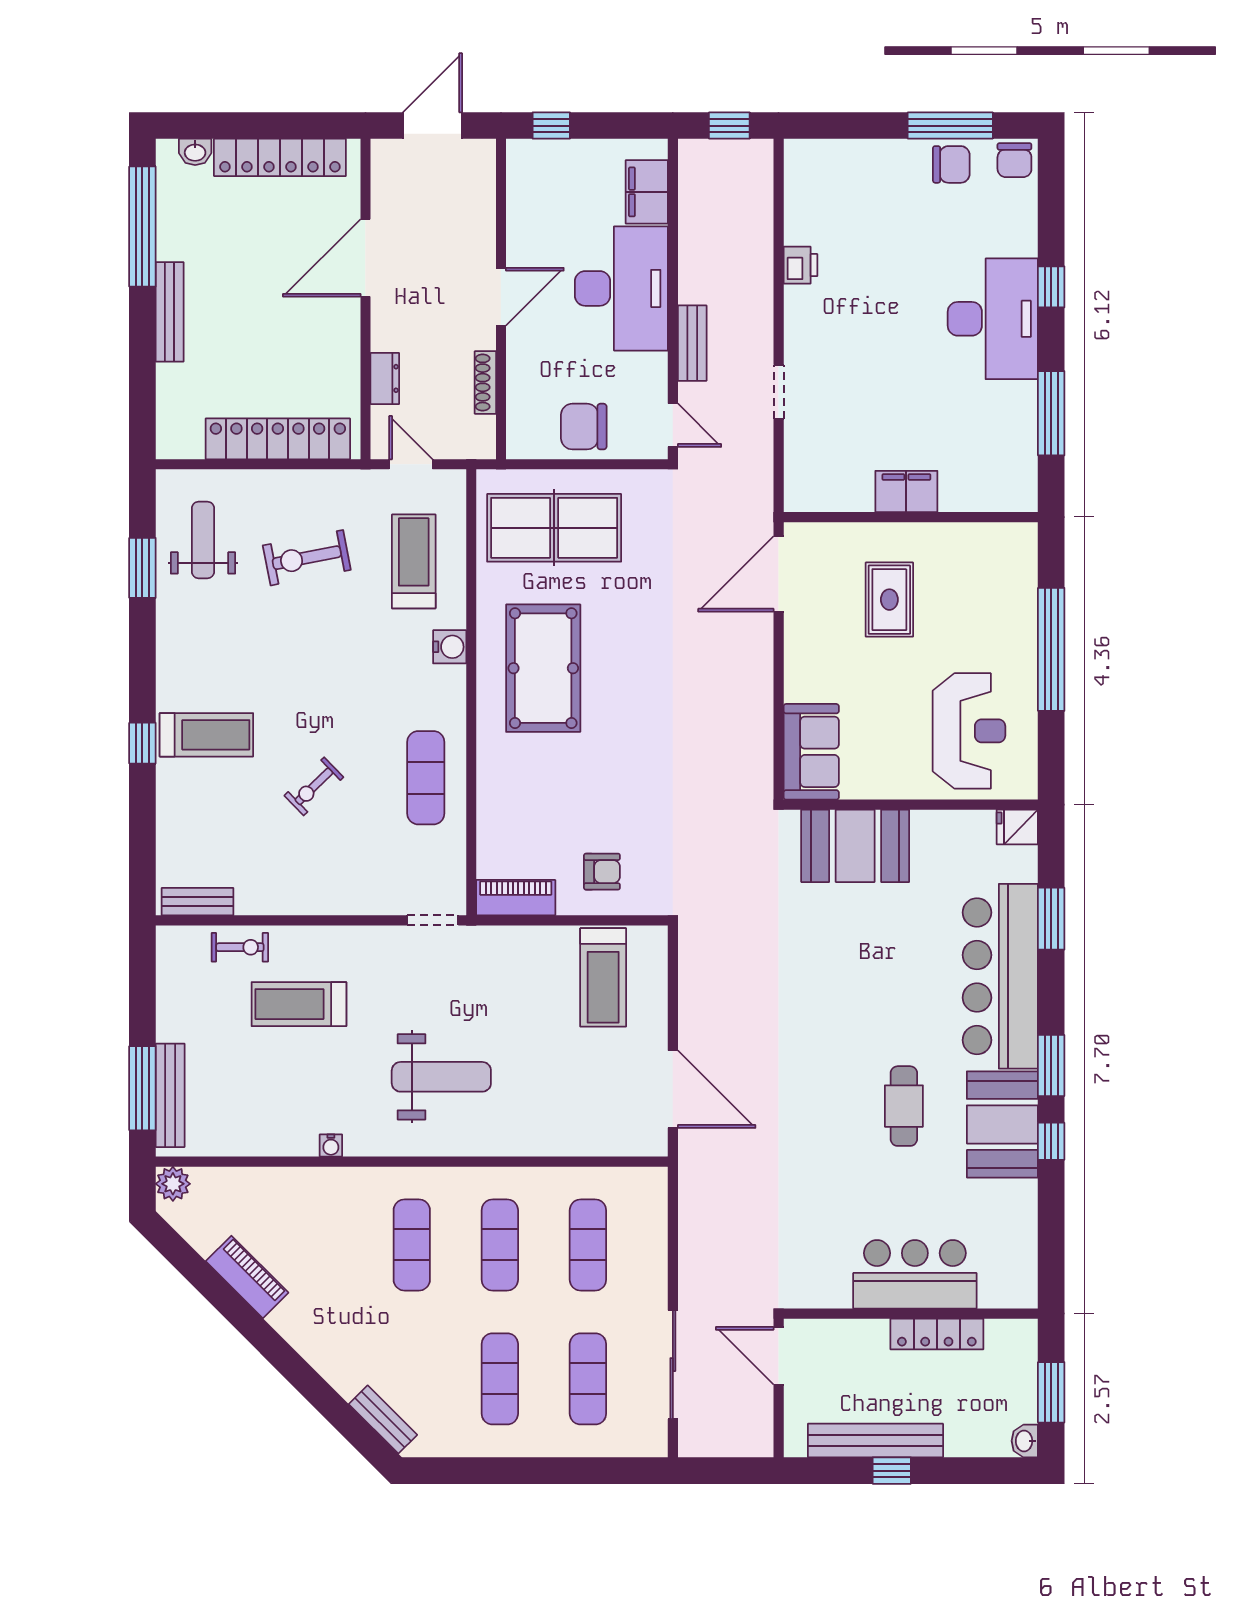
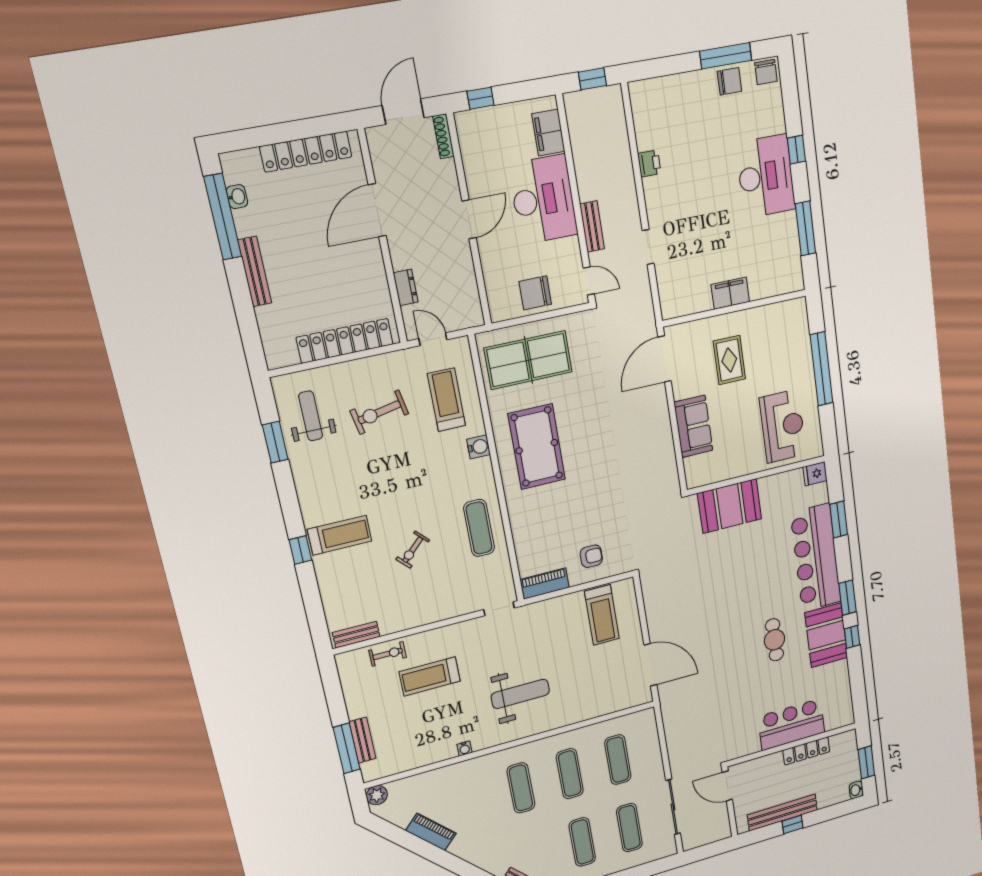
washbasin: (195, 152) -> (237, 197), moved, turned -90
shoe rack: (485, 382) -> (444, 136), moved
sofa: (811, 752) -> (693, 426), moved
bench: (170, 1095) -> (362, 740), width x0.73

